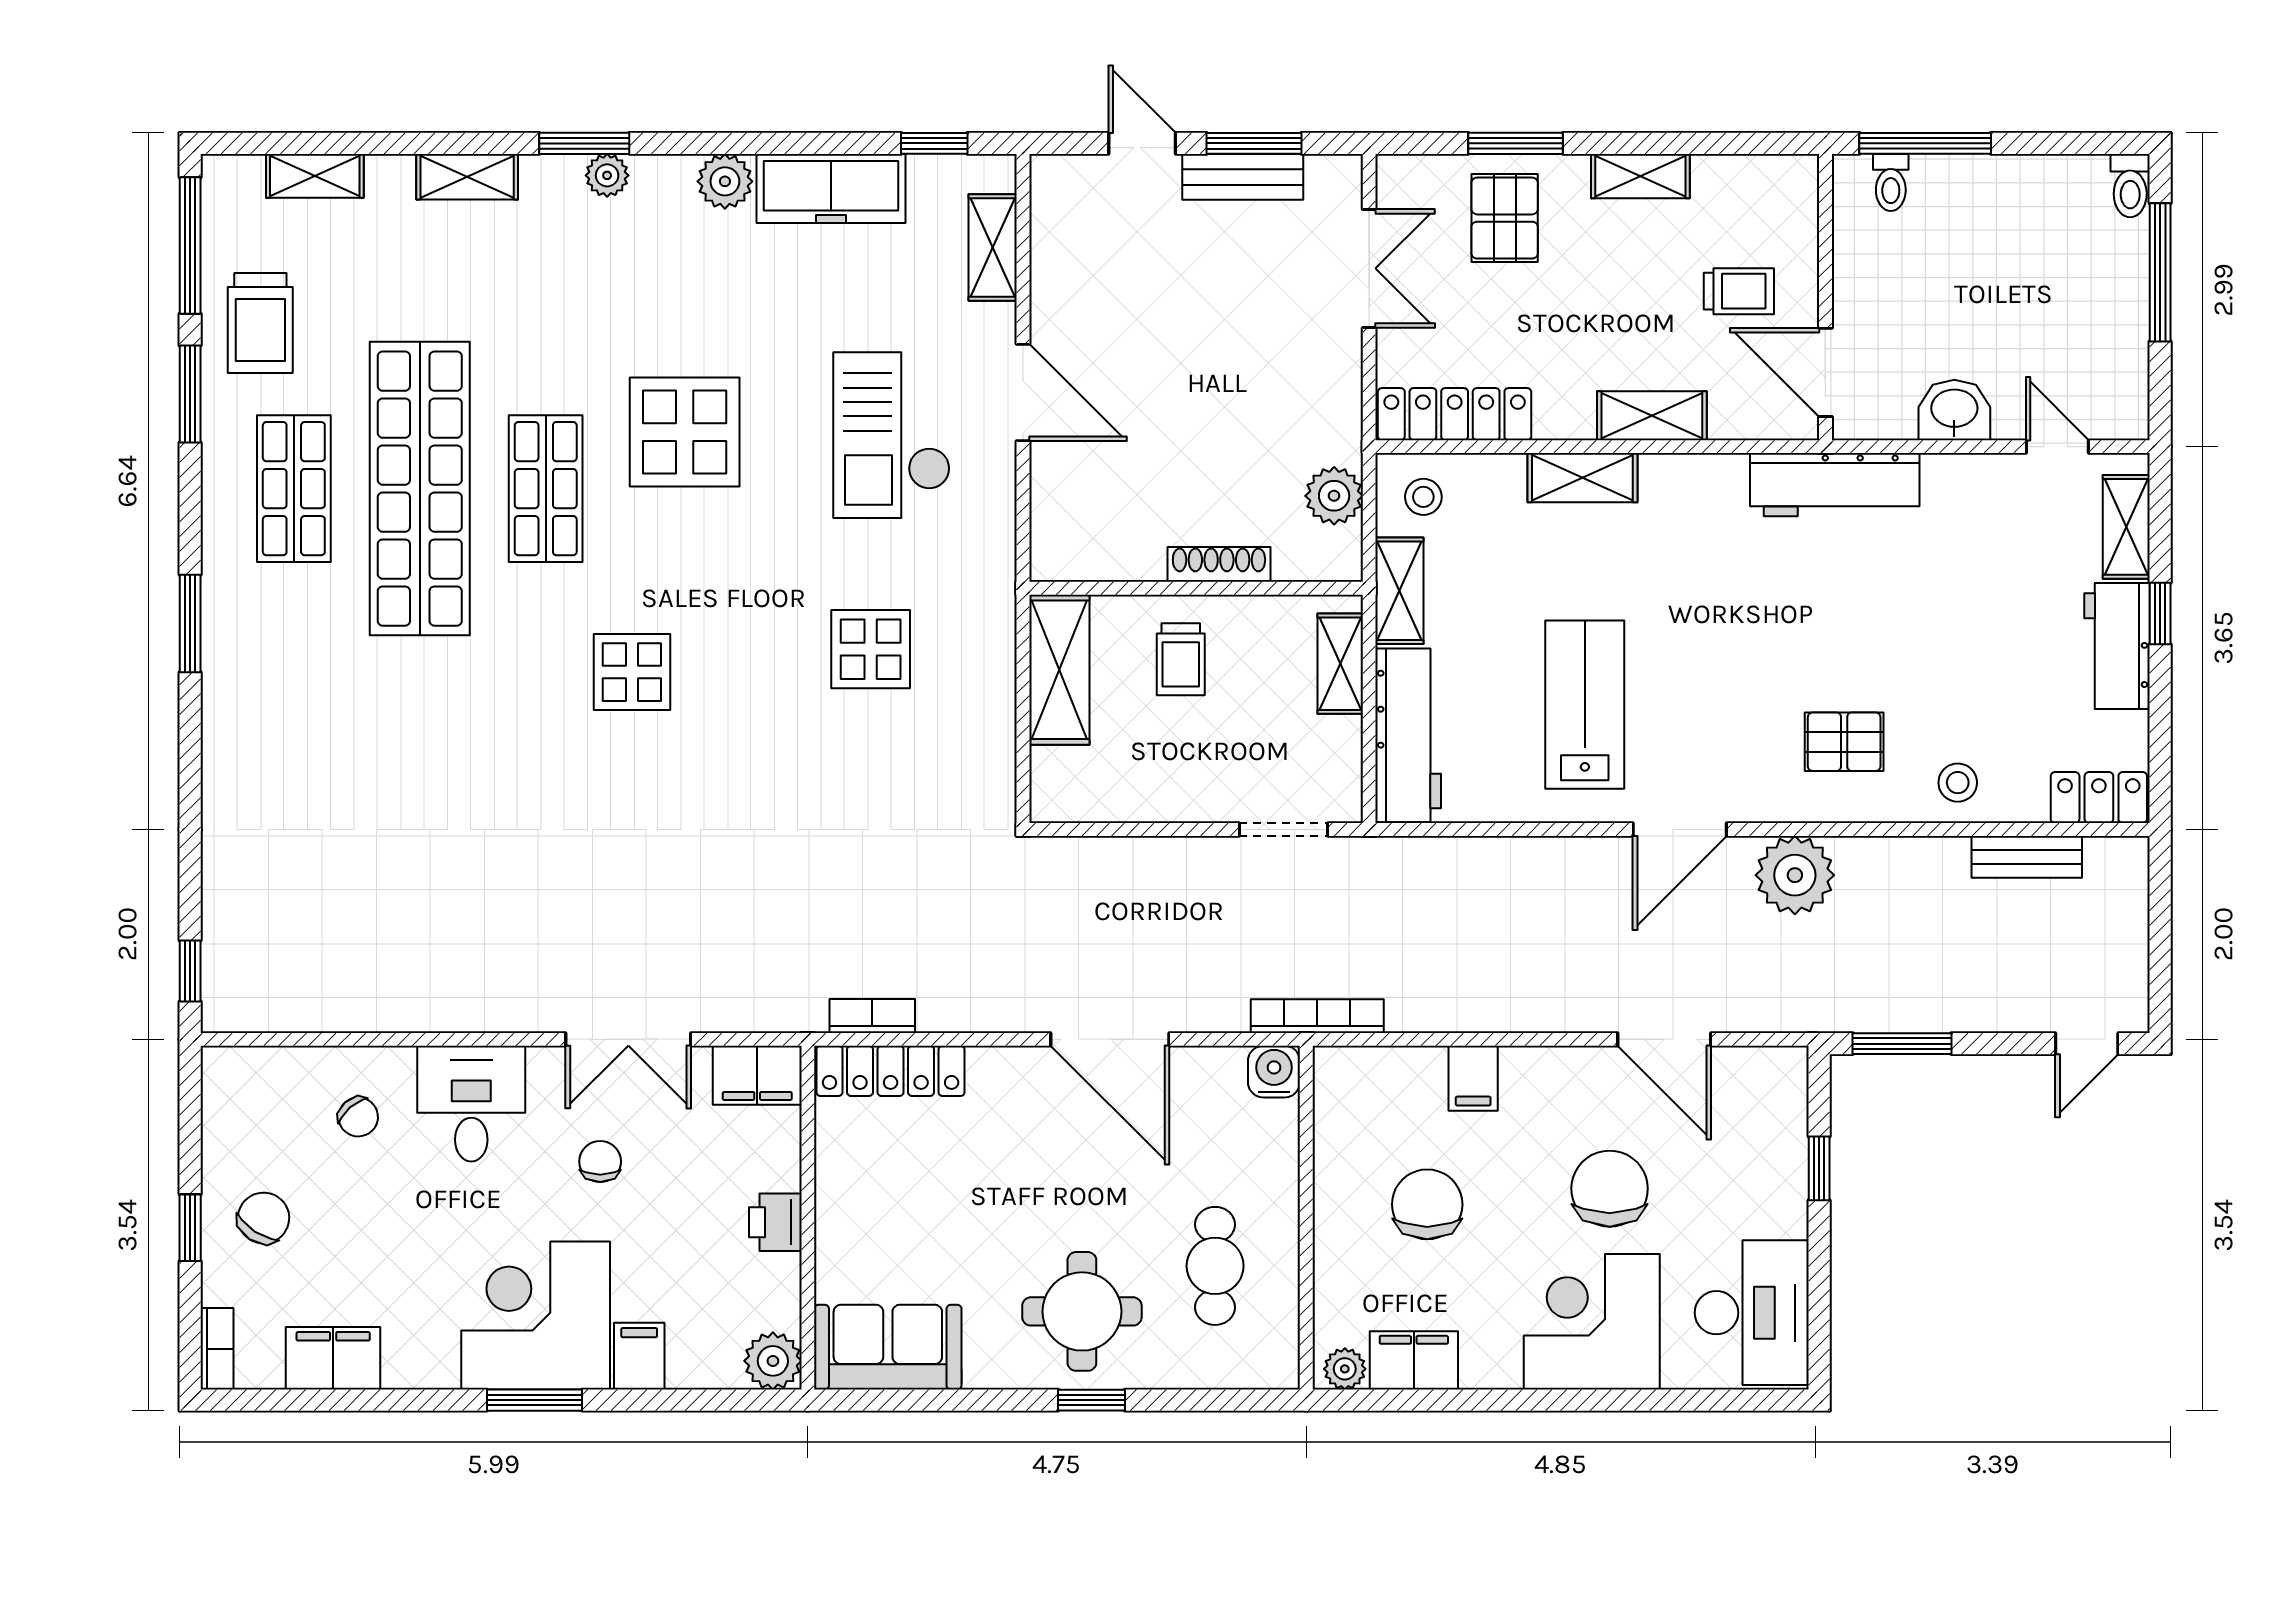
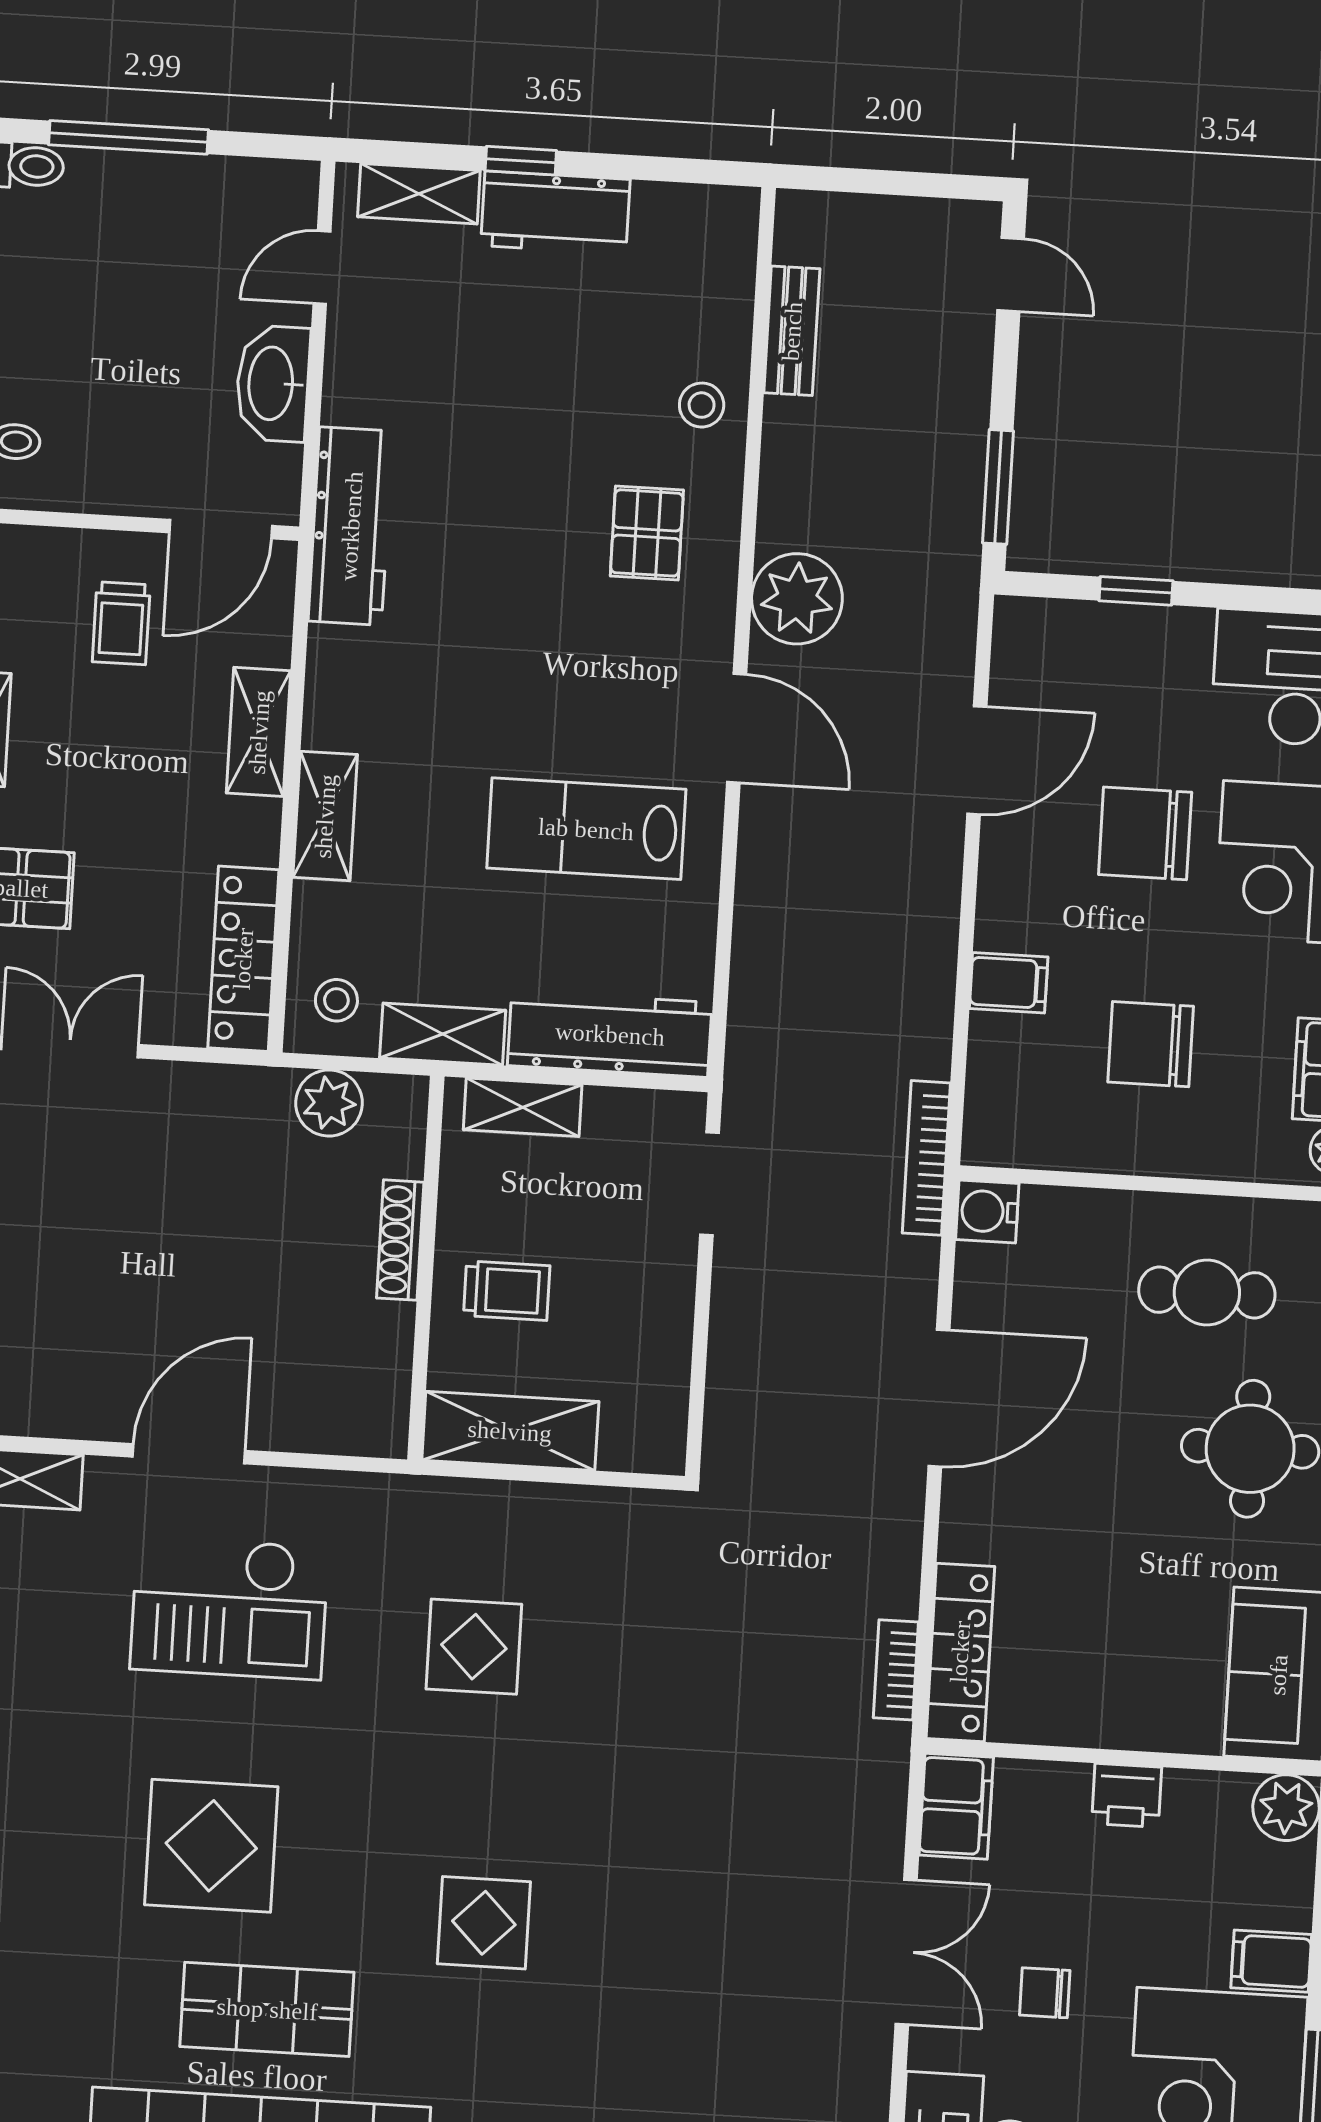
trolley: (1739, 291) -> (121, 623), turned 180
washbasin: (1954, 410) -> (273, 383), width x1.38
locker: (2099, 798) -> (728, 244), removed

